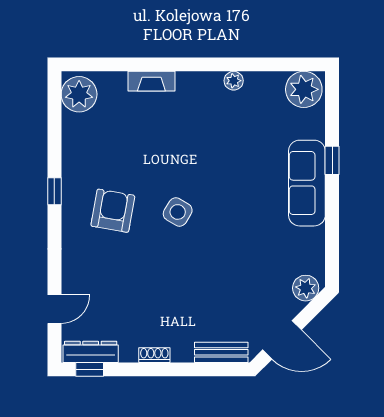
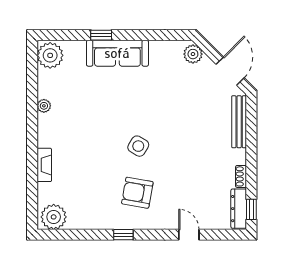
door: (54, 309) -> (189, 235), moved
bench: (221, 352) -> (239, 122), width x1.36
shoe rack: (154, 355) -> (241, 176), moved

